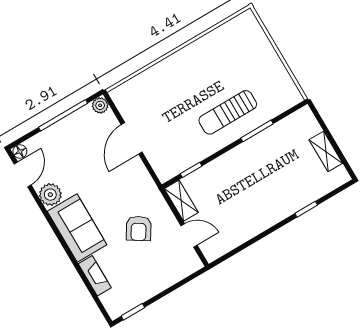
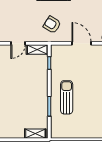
shelving: (326, 151) -> (35, 134), moved
armchair: (139, 228) -> (52, 25), moved

